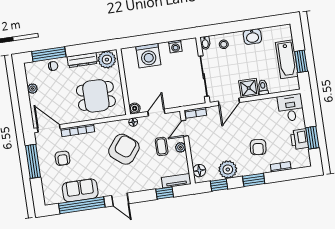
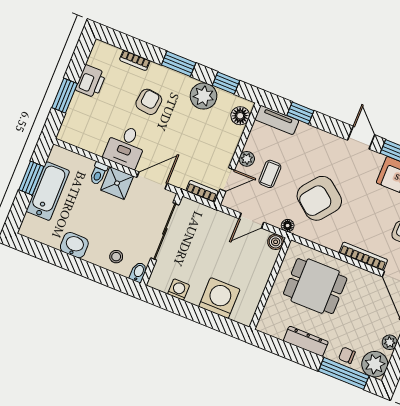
plant: (107, 60) -> (375, 364), moved
desk: (291, 108) -> (125, 146), moved
window: (312, 138) -> (65, 96), moved

